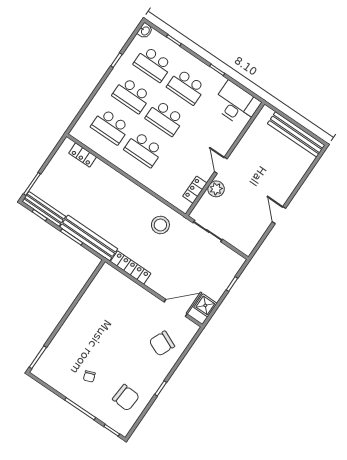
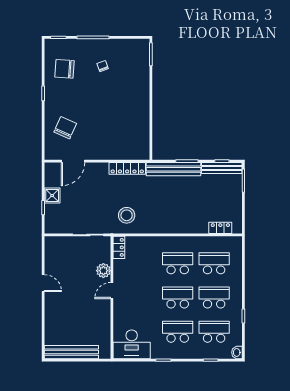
door: (221, 165) -> (112, 291), swing flipped
locker: (195, 190) -> (119, 247), moved
shower: (205, 305) -> (52, 196), moved

